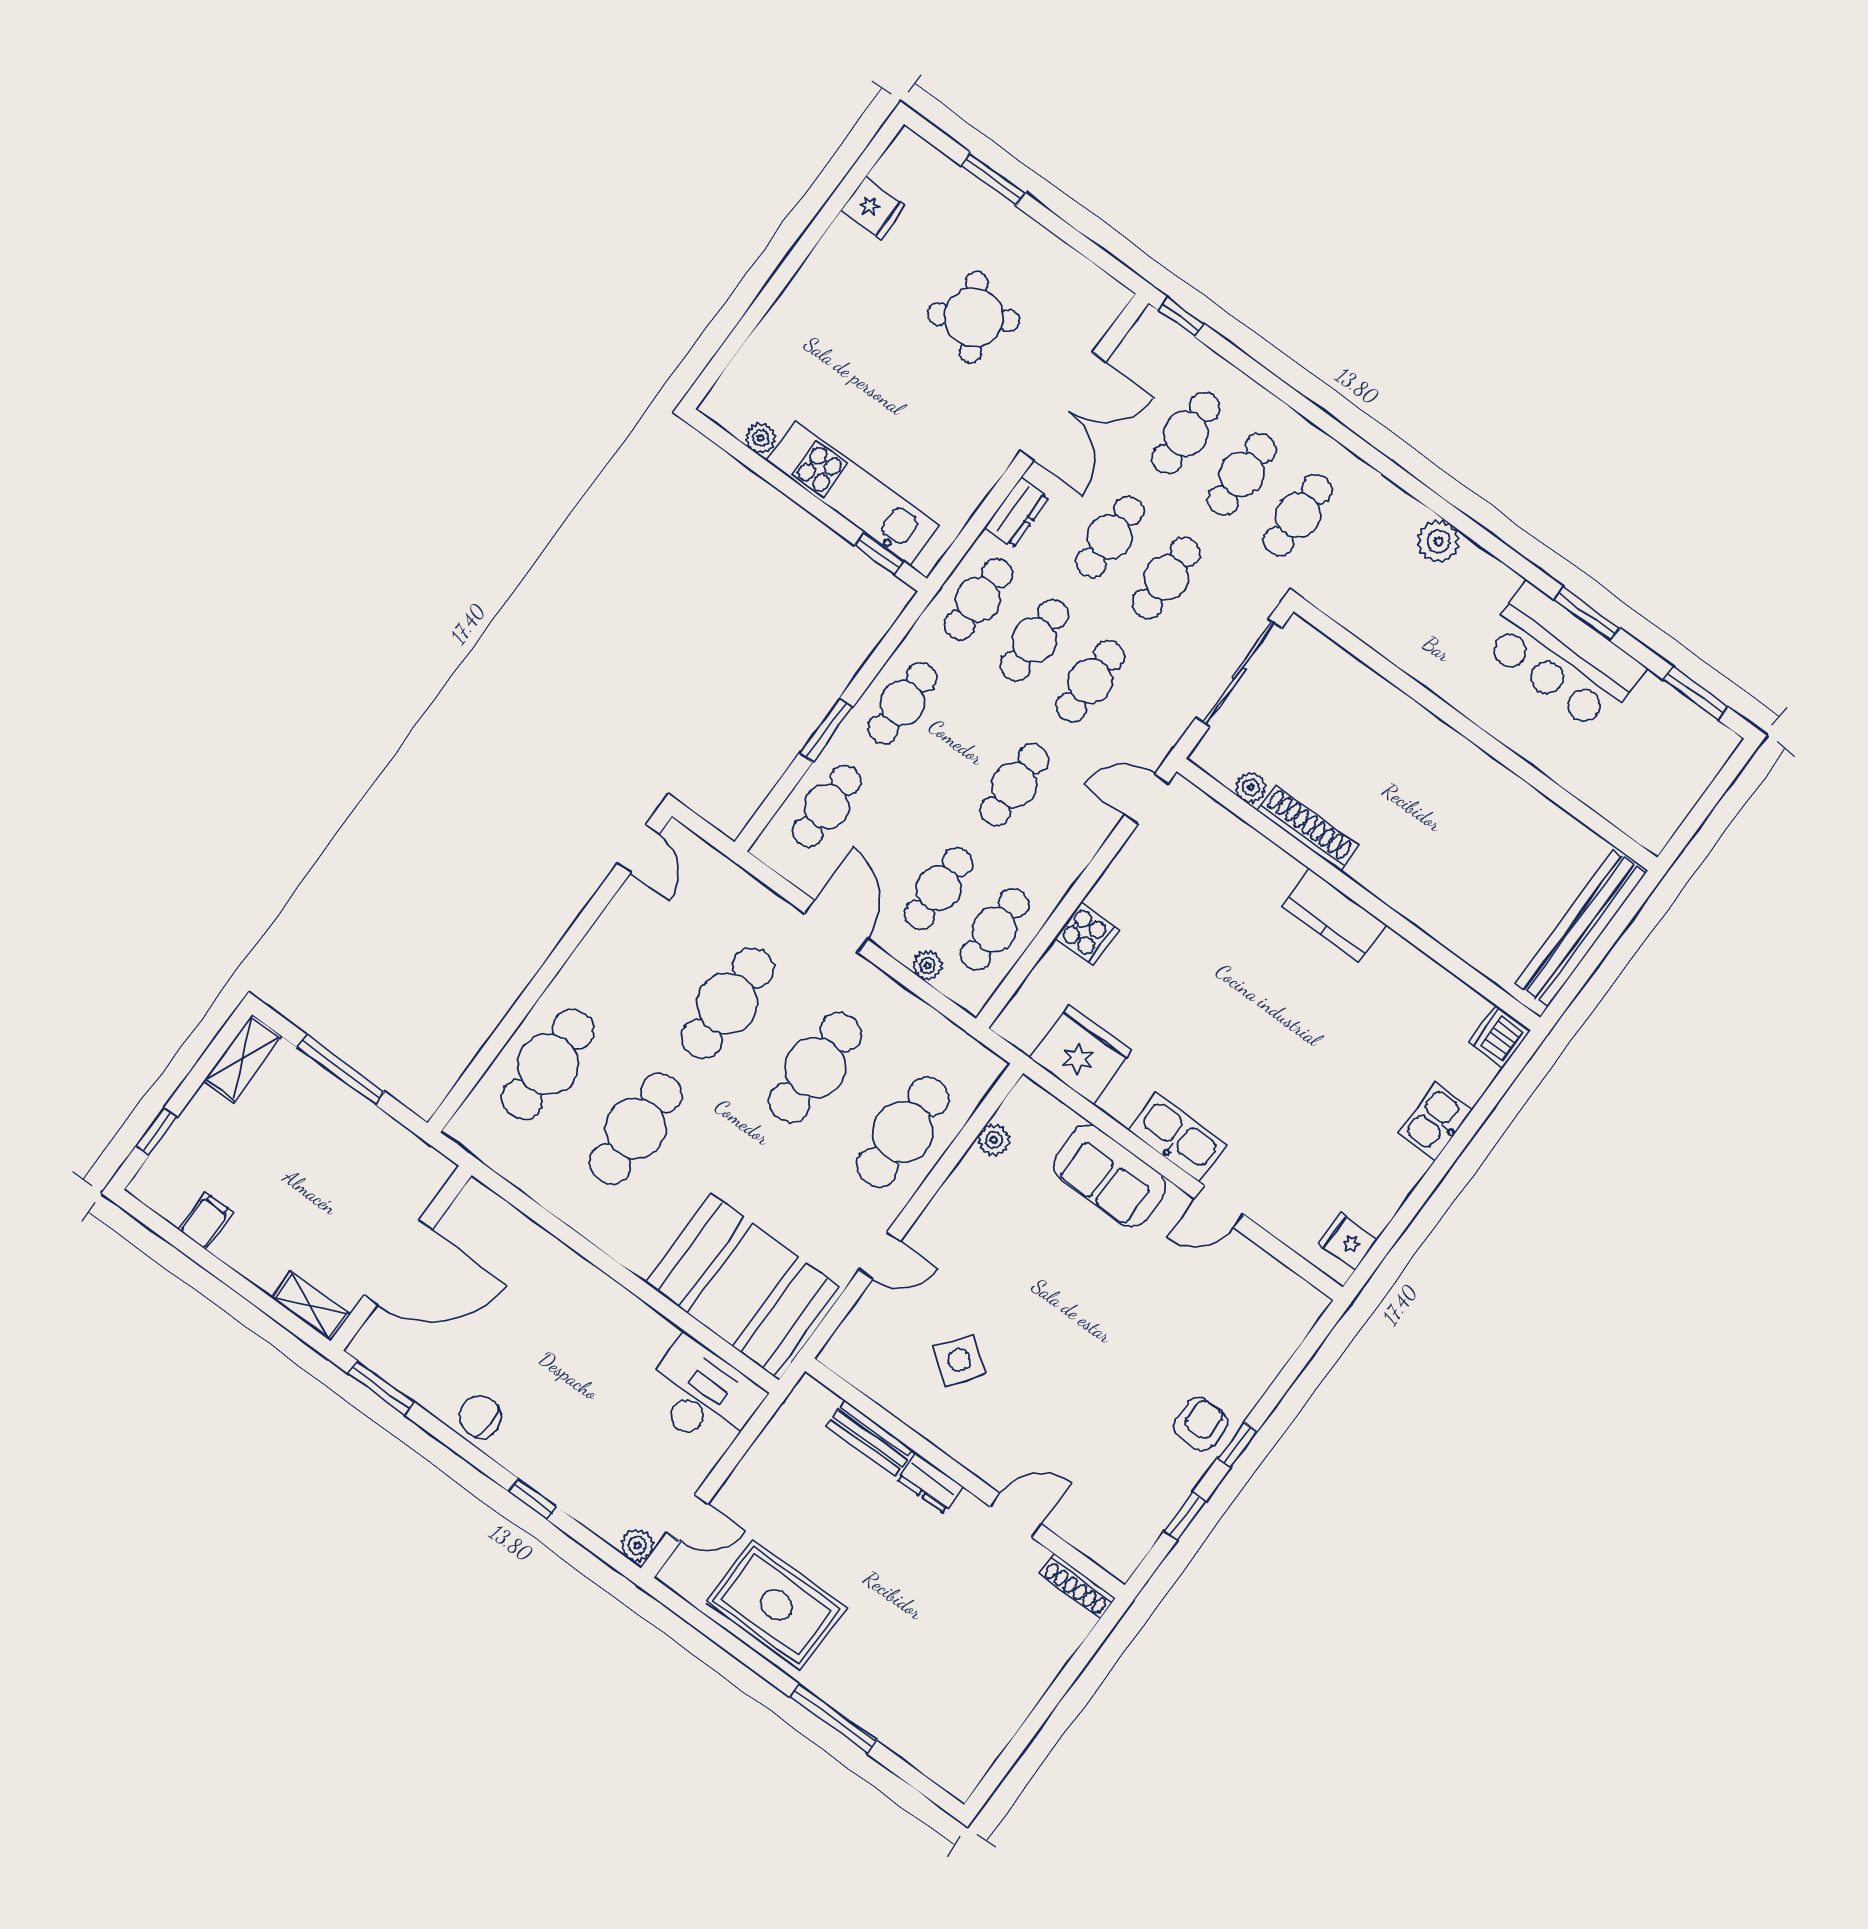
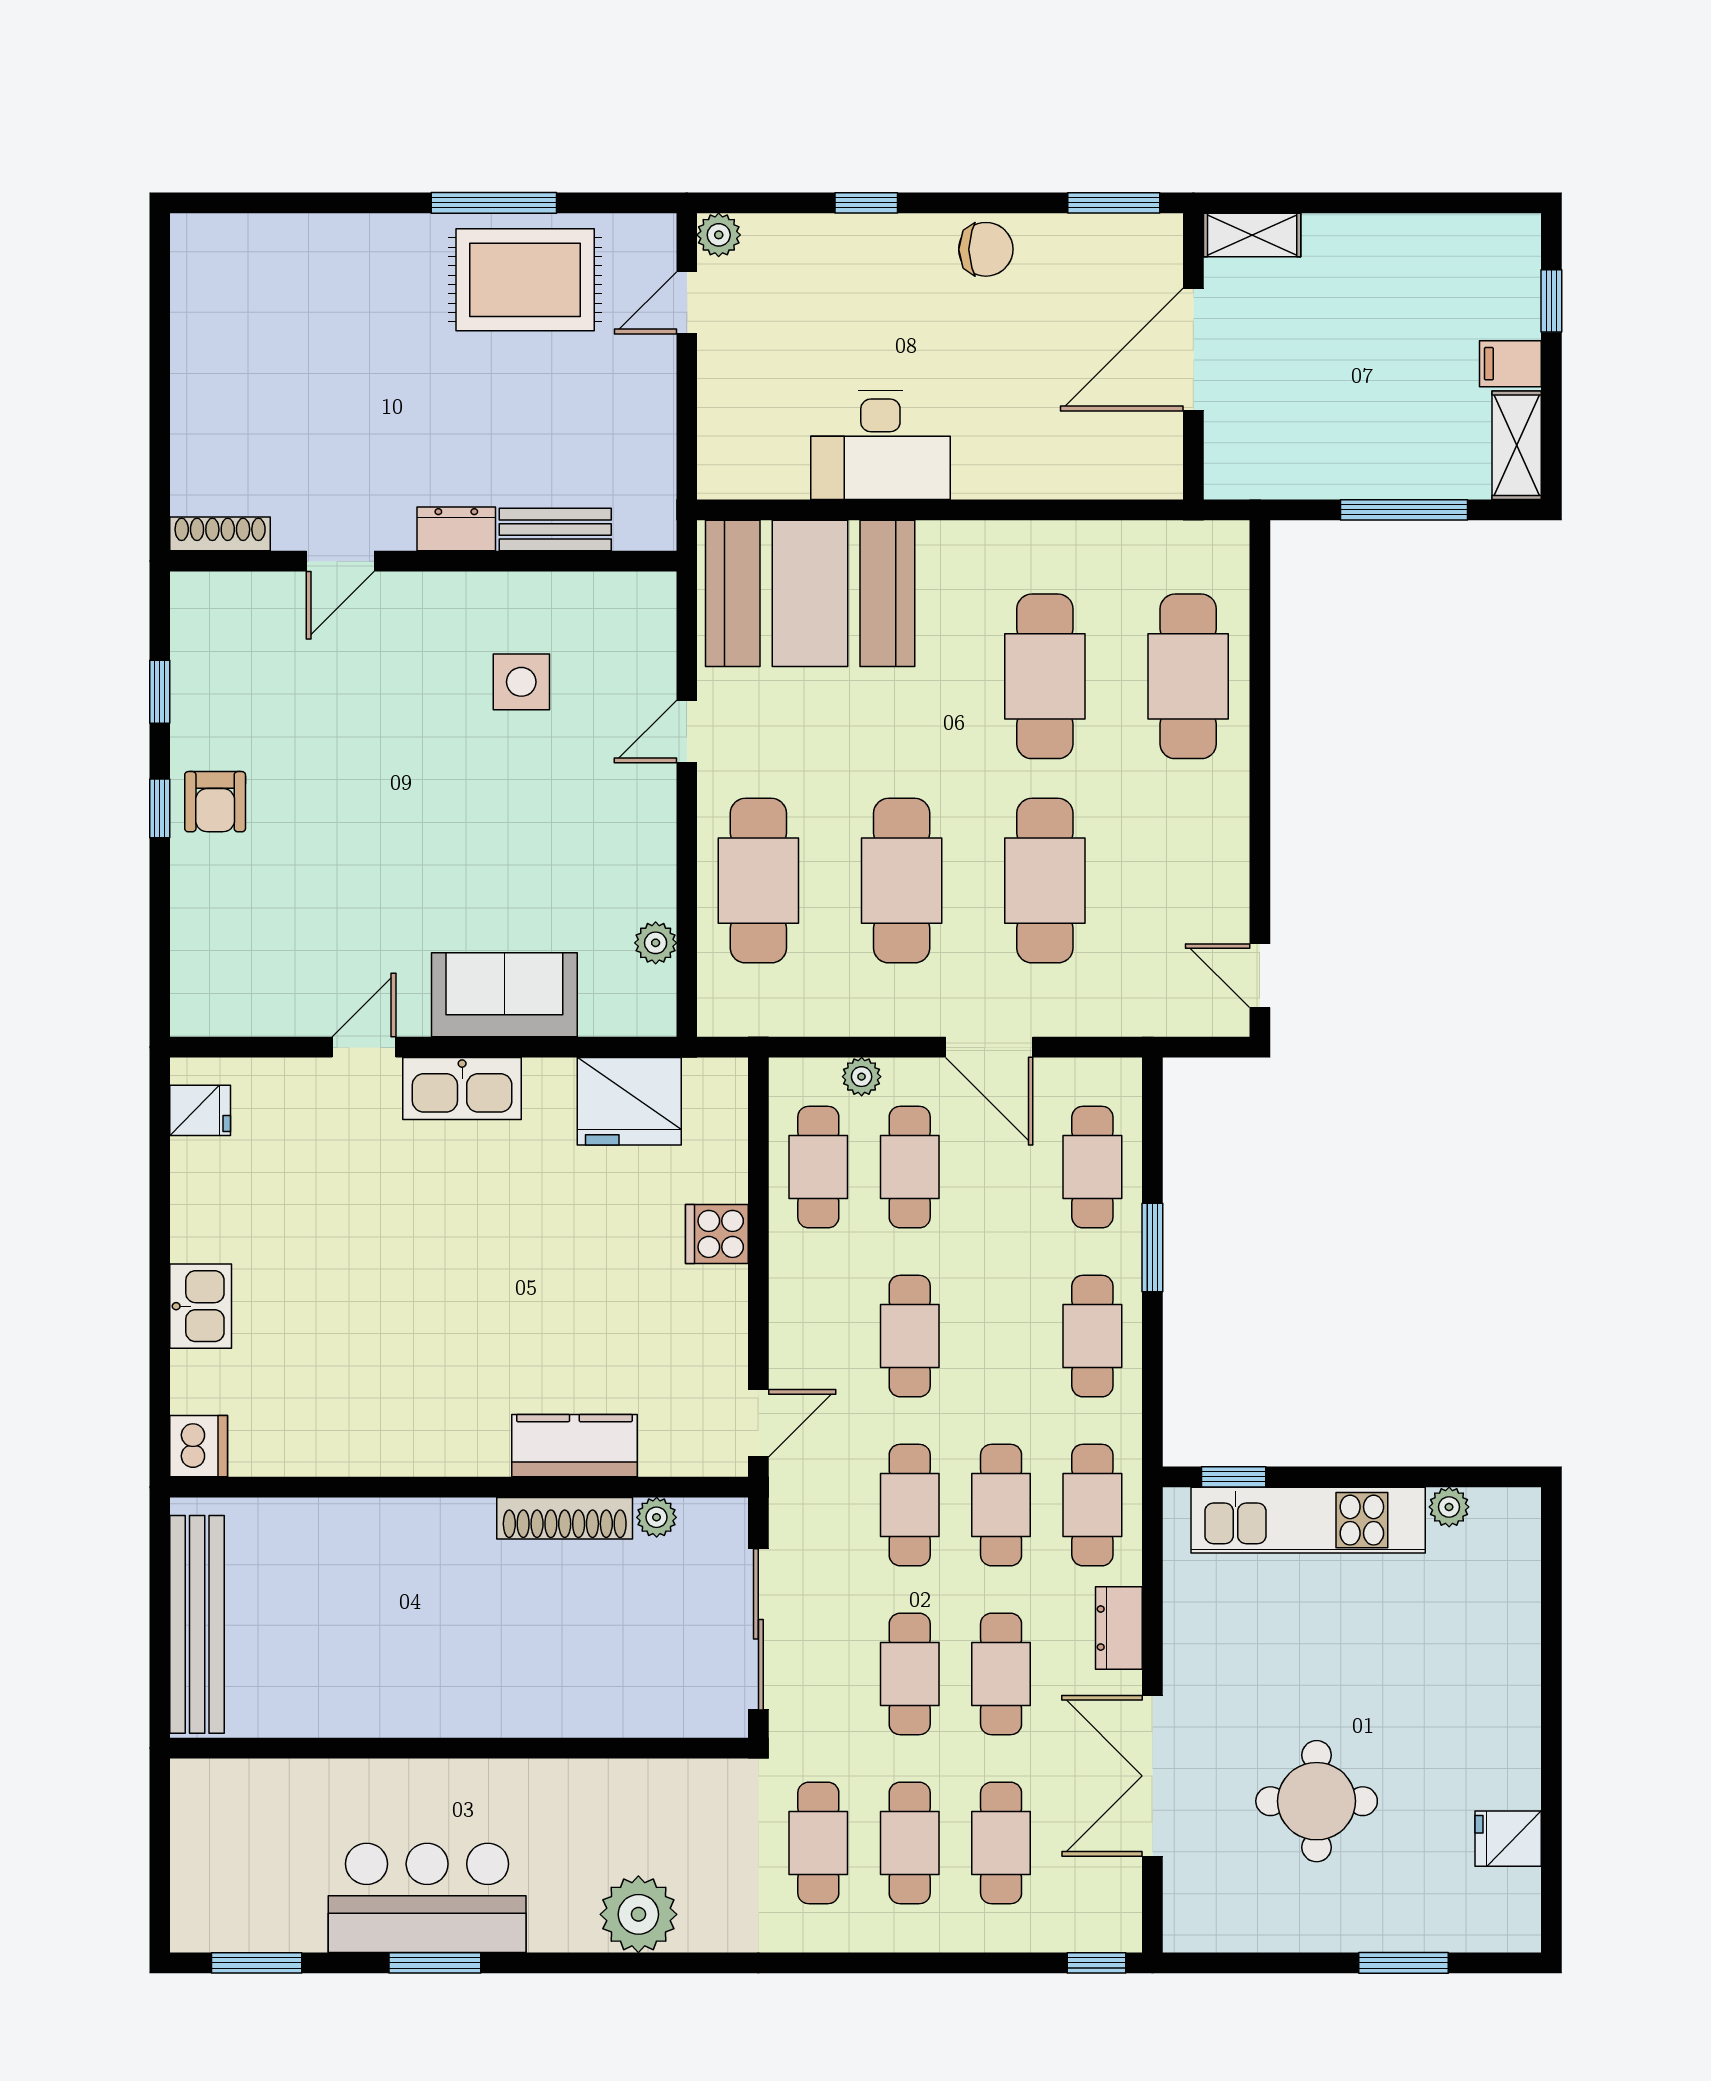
round table: (974, 317) -> (1317, 1801), turned 31
plant: (1438, 541) -> (638, 1914), width x1.36, depth x1.36
kitchen counter: (1334, 915) -> (574, 1446), moved
filing cabinet: (206, 1221) -> (1510, 364), moved, turned 90
side table: (959, 1360) -> (521, 682), turned -36
desk: (702, 1395) -> (880, 445), moved
window: (833, 1719) -> (494, 203), moved

